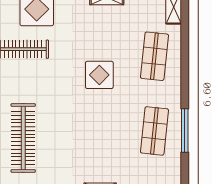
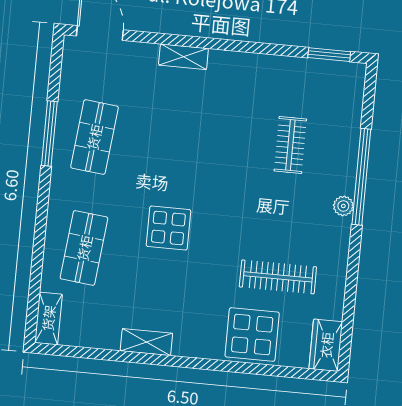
clothes rail: (23, 138) -> (290, 145), width x0.54, depth x0.76

